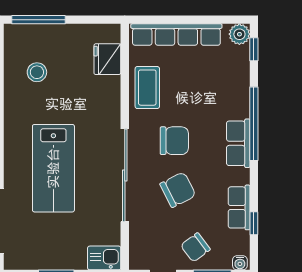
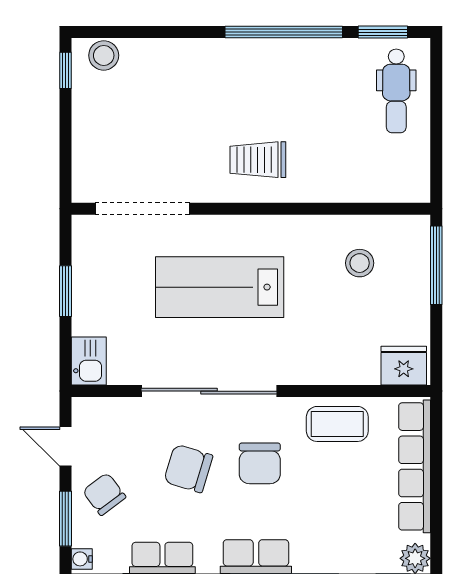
fridge: (107, 59) -> (404, 366), moved
chair: (178, 190) -> (188, 469), turned 134

